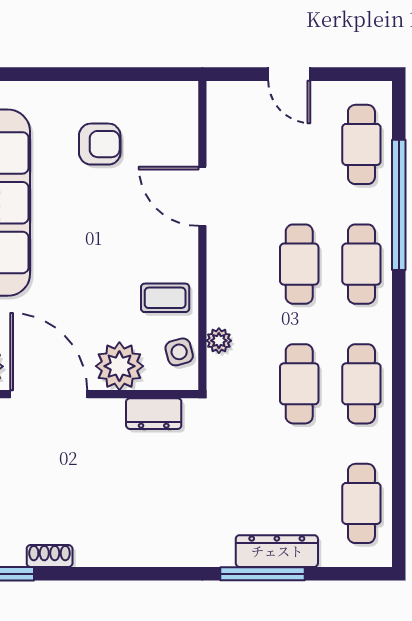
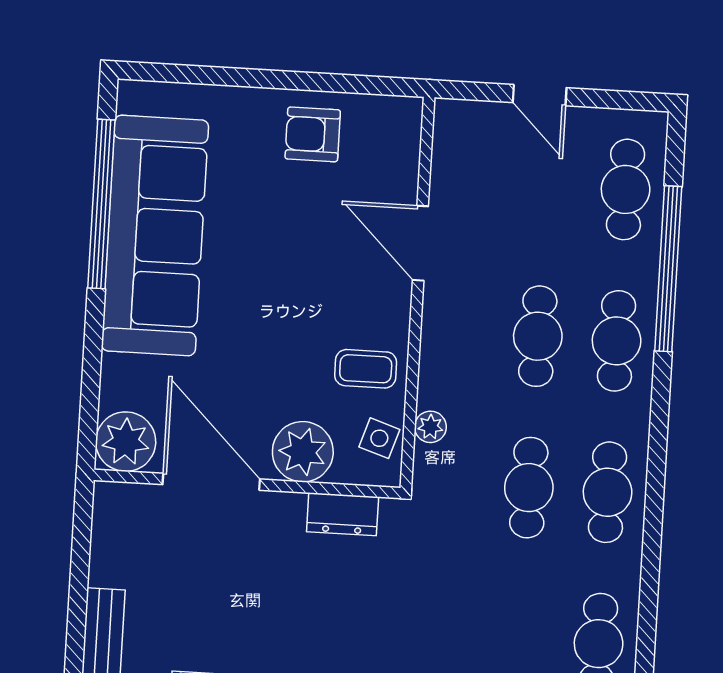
armchair: (100, 144) -> (313, 134), moved, turned 180
side table: (179, 352) -> (379, 438), turned 33

